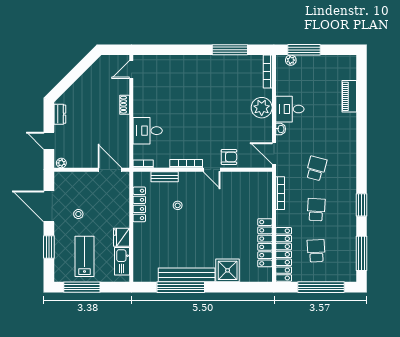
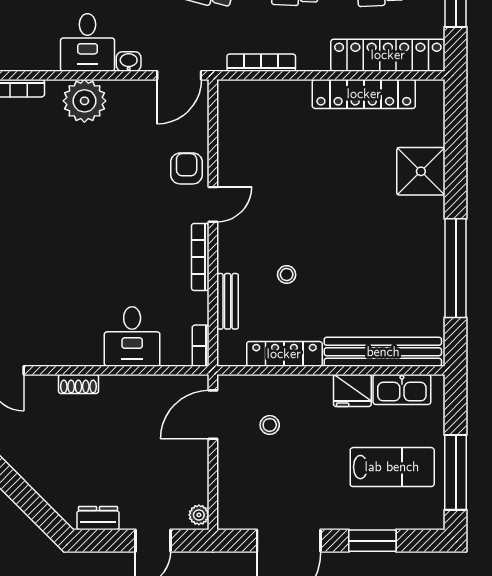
stool: (78, 214) -> (270, 425), moved
lab bench: (84, 256) -> (392, 467), turned 180
bench: (187, 275) -> (383, 352), moved, turned 90

